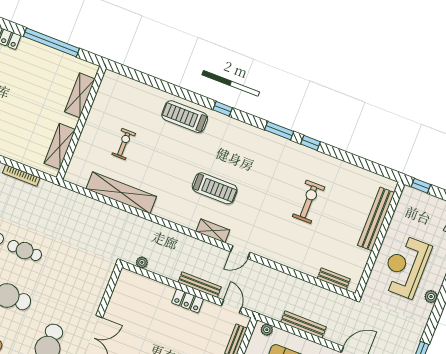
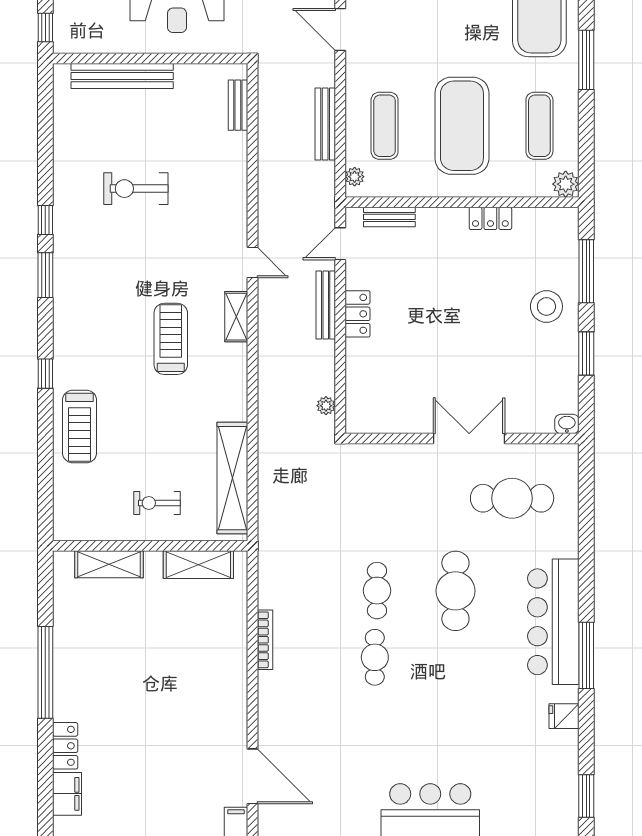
shelving: (80, 95) -> (109, 564), moved
wall: (81, 123) -> (150, 546), moved
shelving: (60, 146) -> (198, 565), moved

